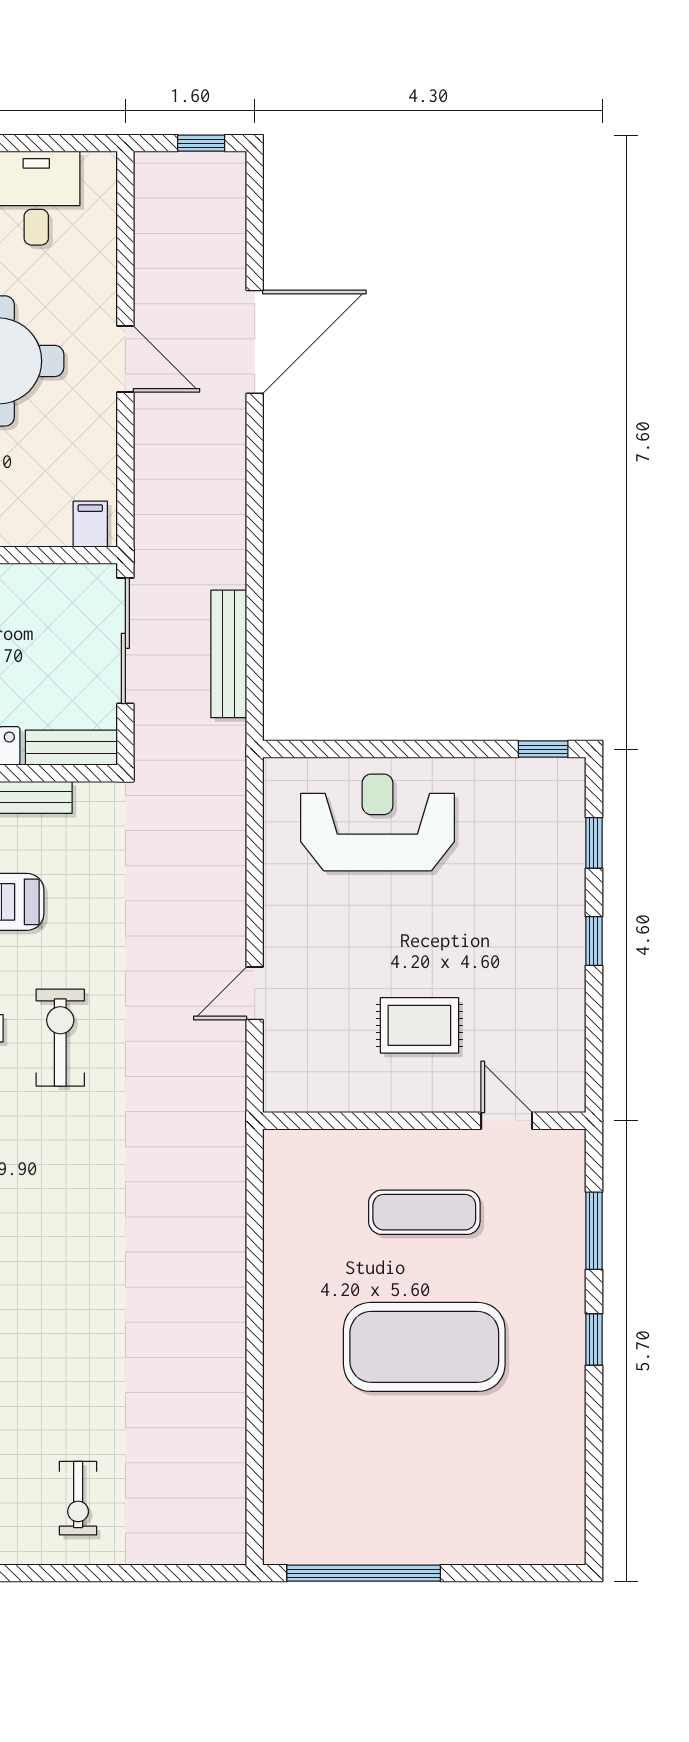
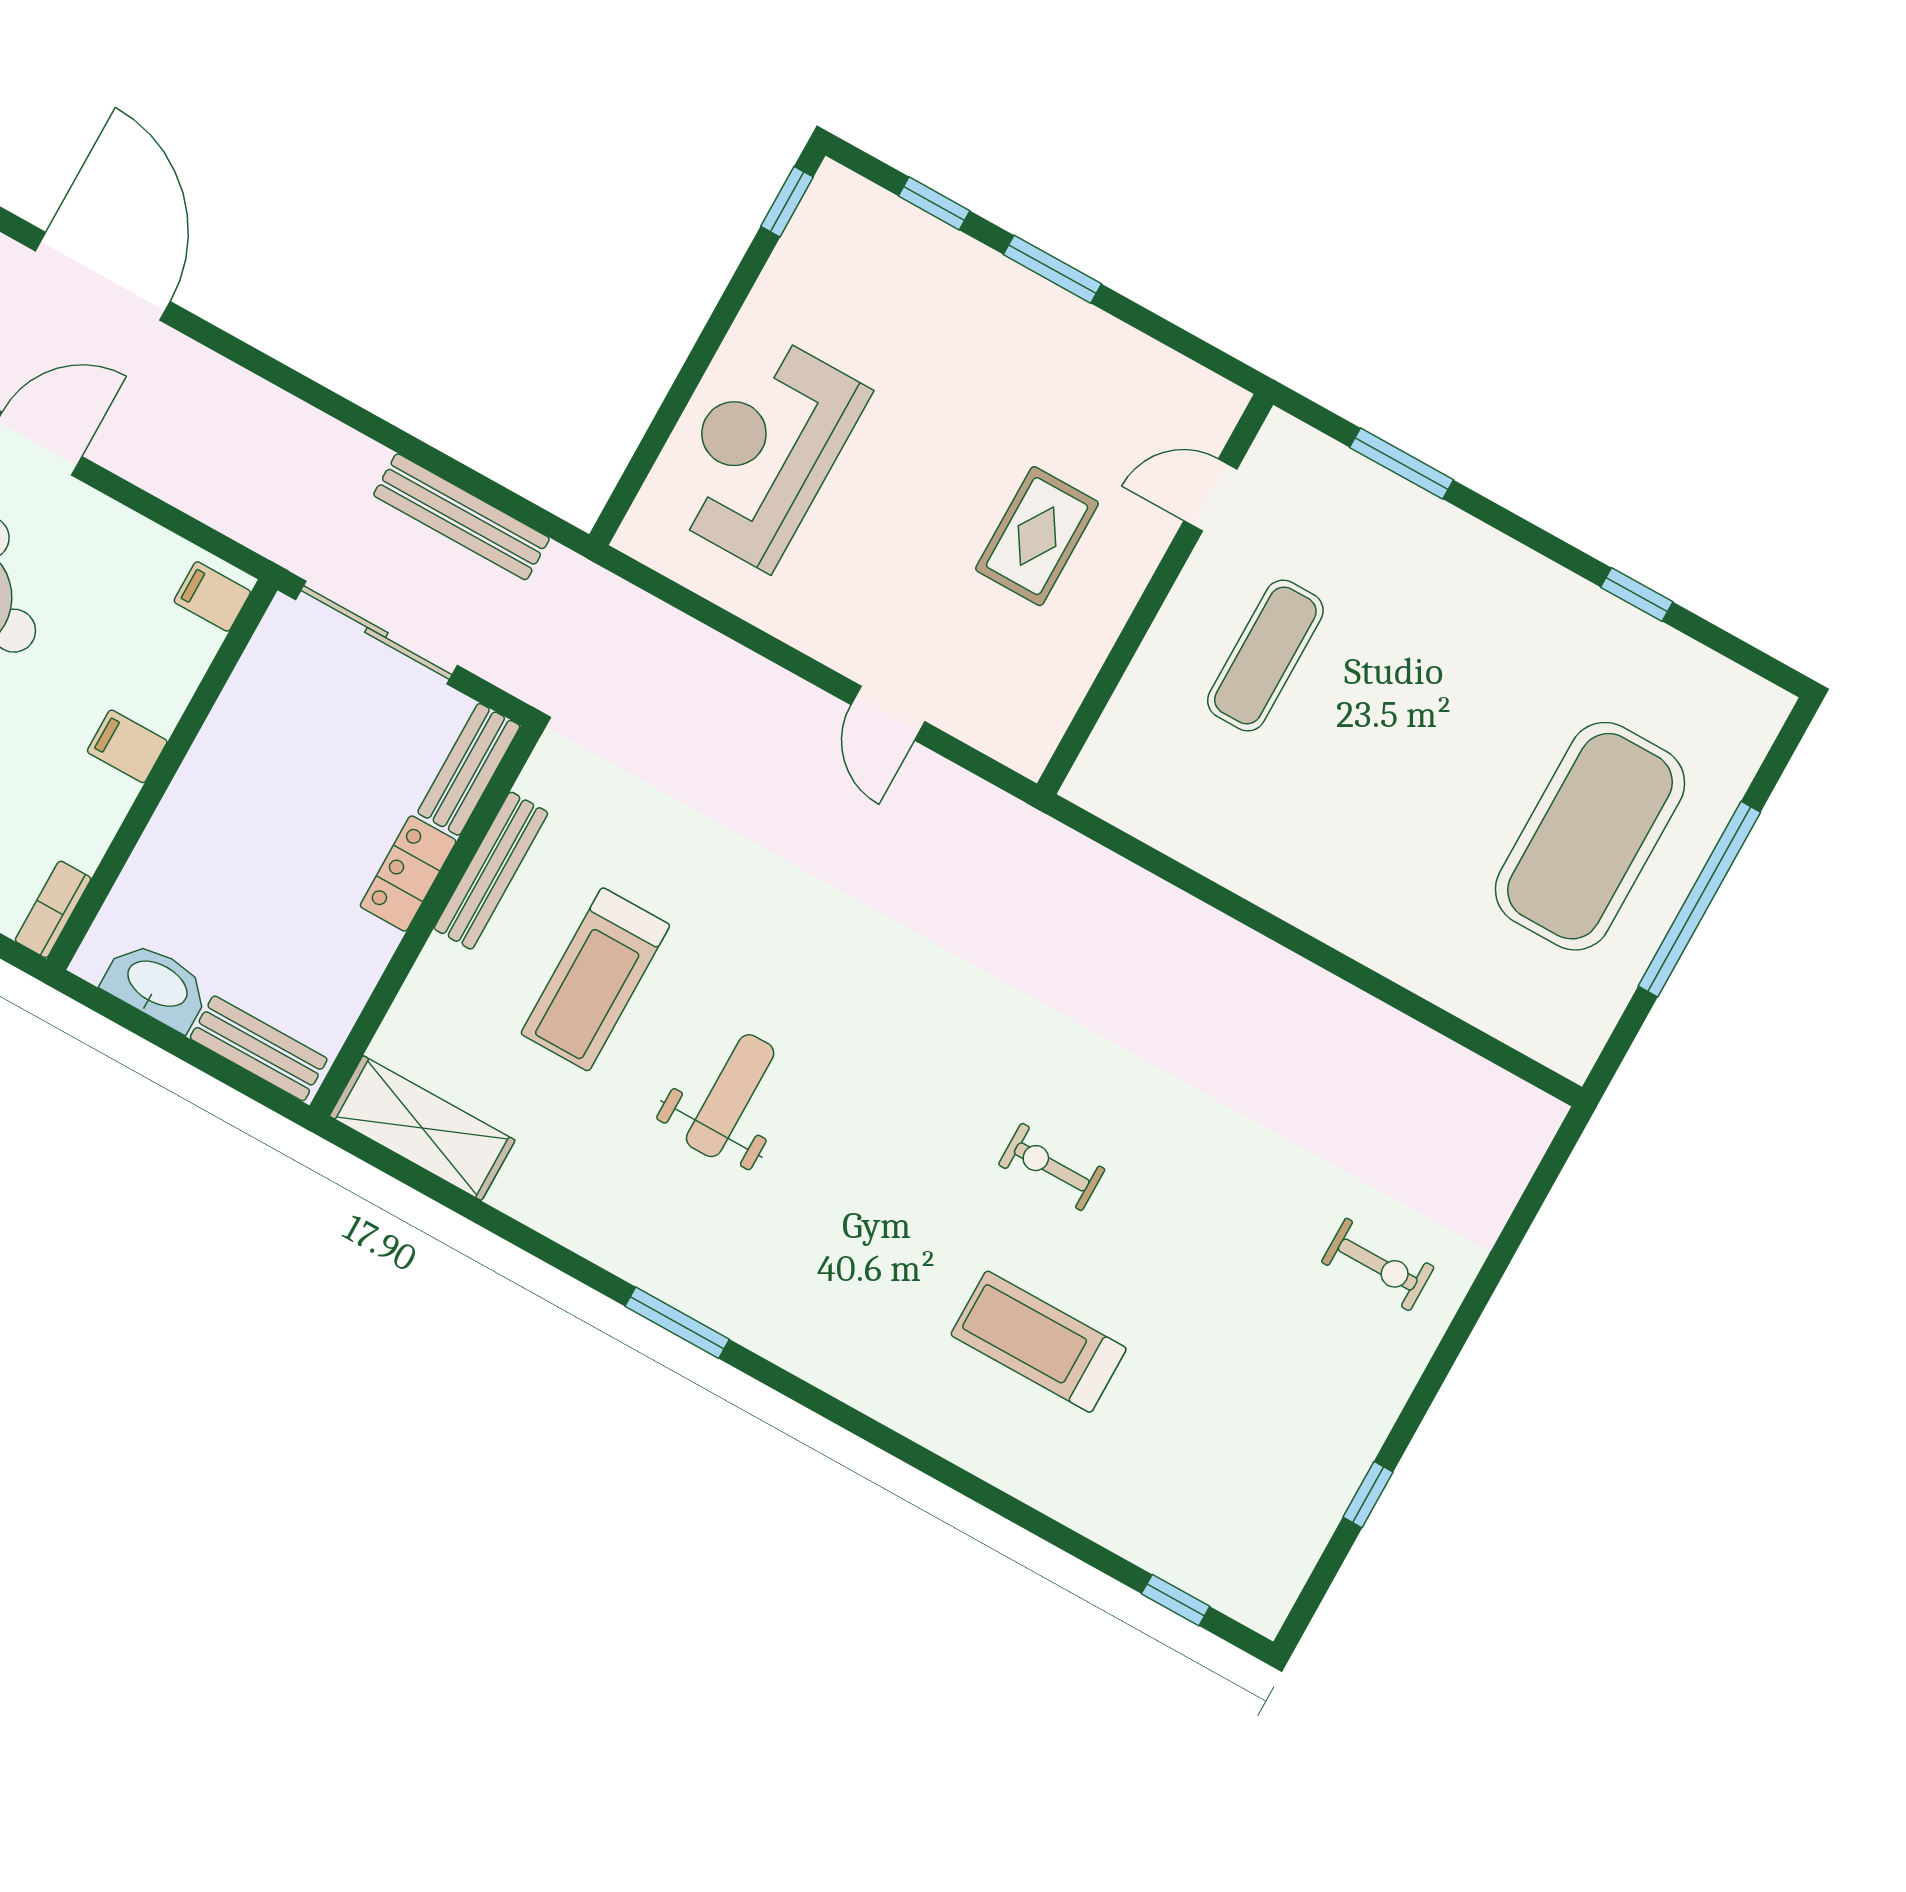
window: (594, 941) -> (1052, 269), width x1.50
exercise bike: (60, 1038) -> (1052, 1167), moved, width x0.73, depth x0.72
window: (594, 1339) -> (1637, 594), moved
exercise mat: (424, 1347) -> (1590, 836), moved
window: (364, 1573) -> (1699, 899), moved

